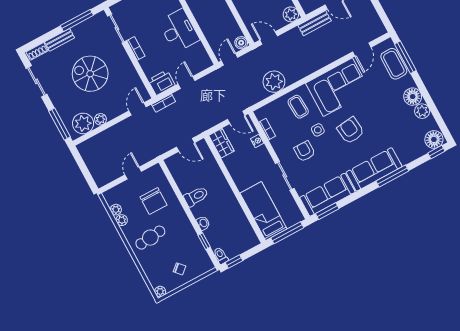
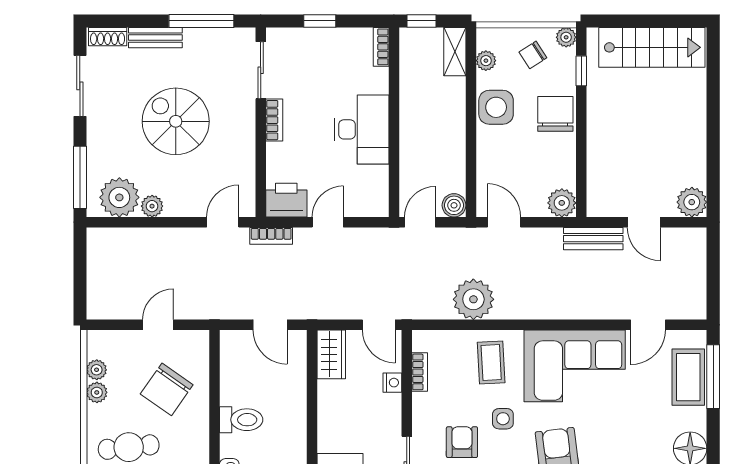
chair: (154, 201) -> (167, 389), turned 35

